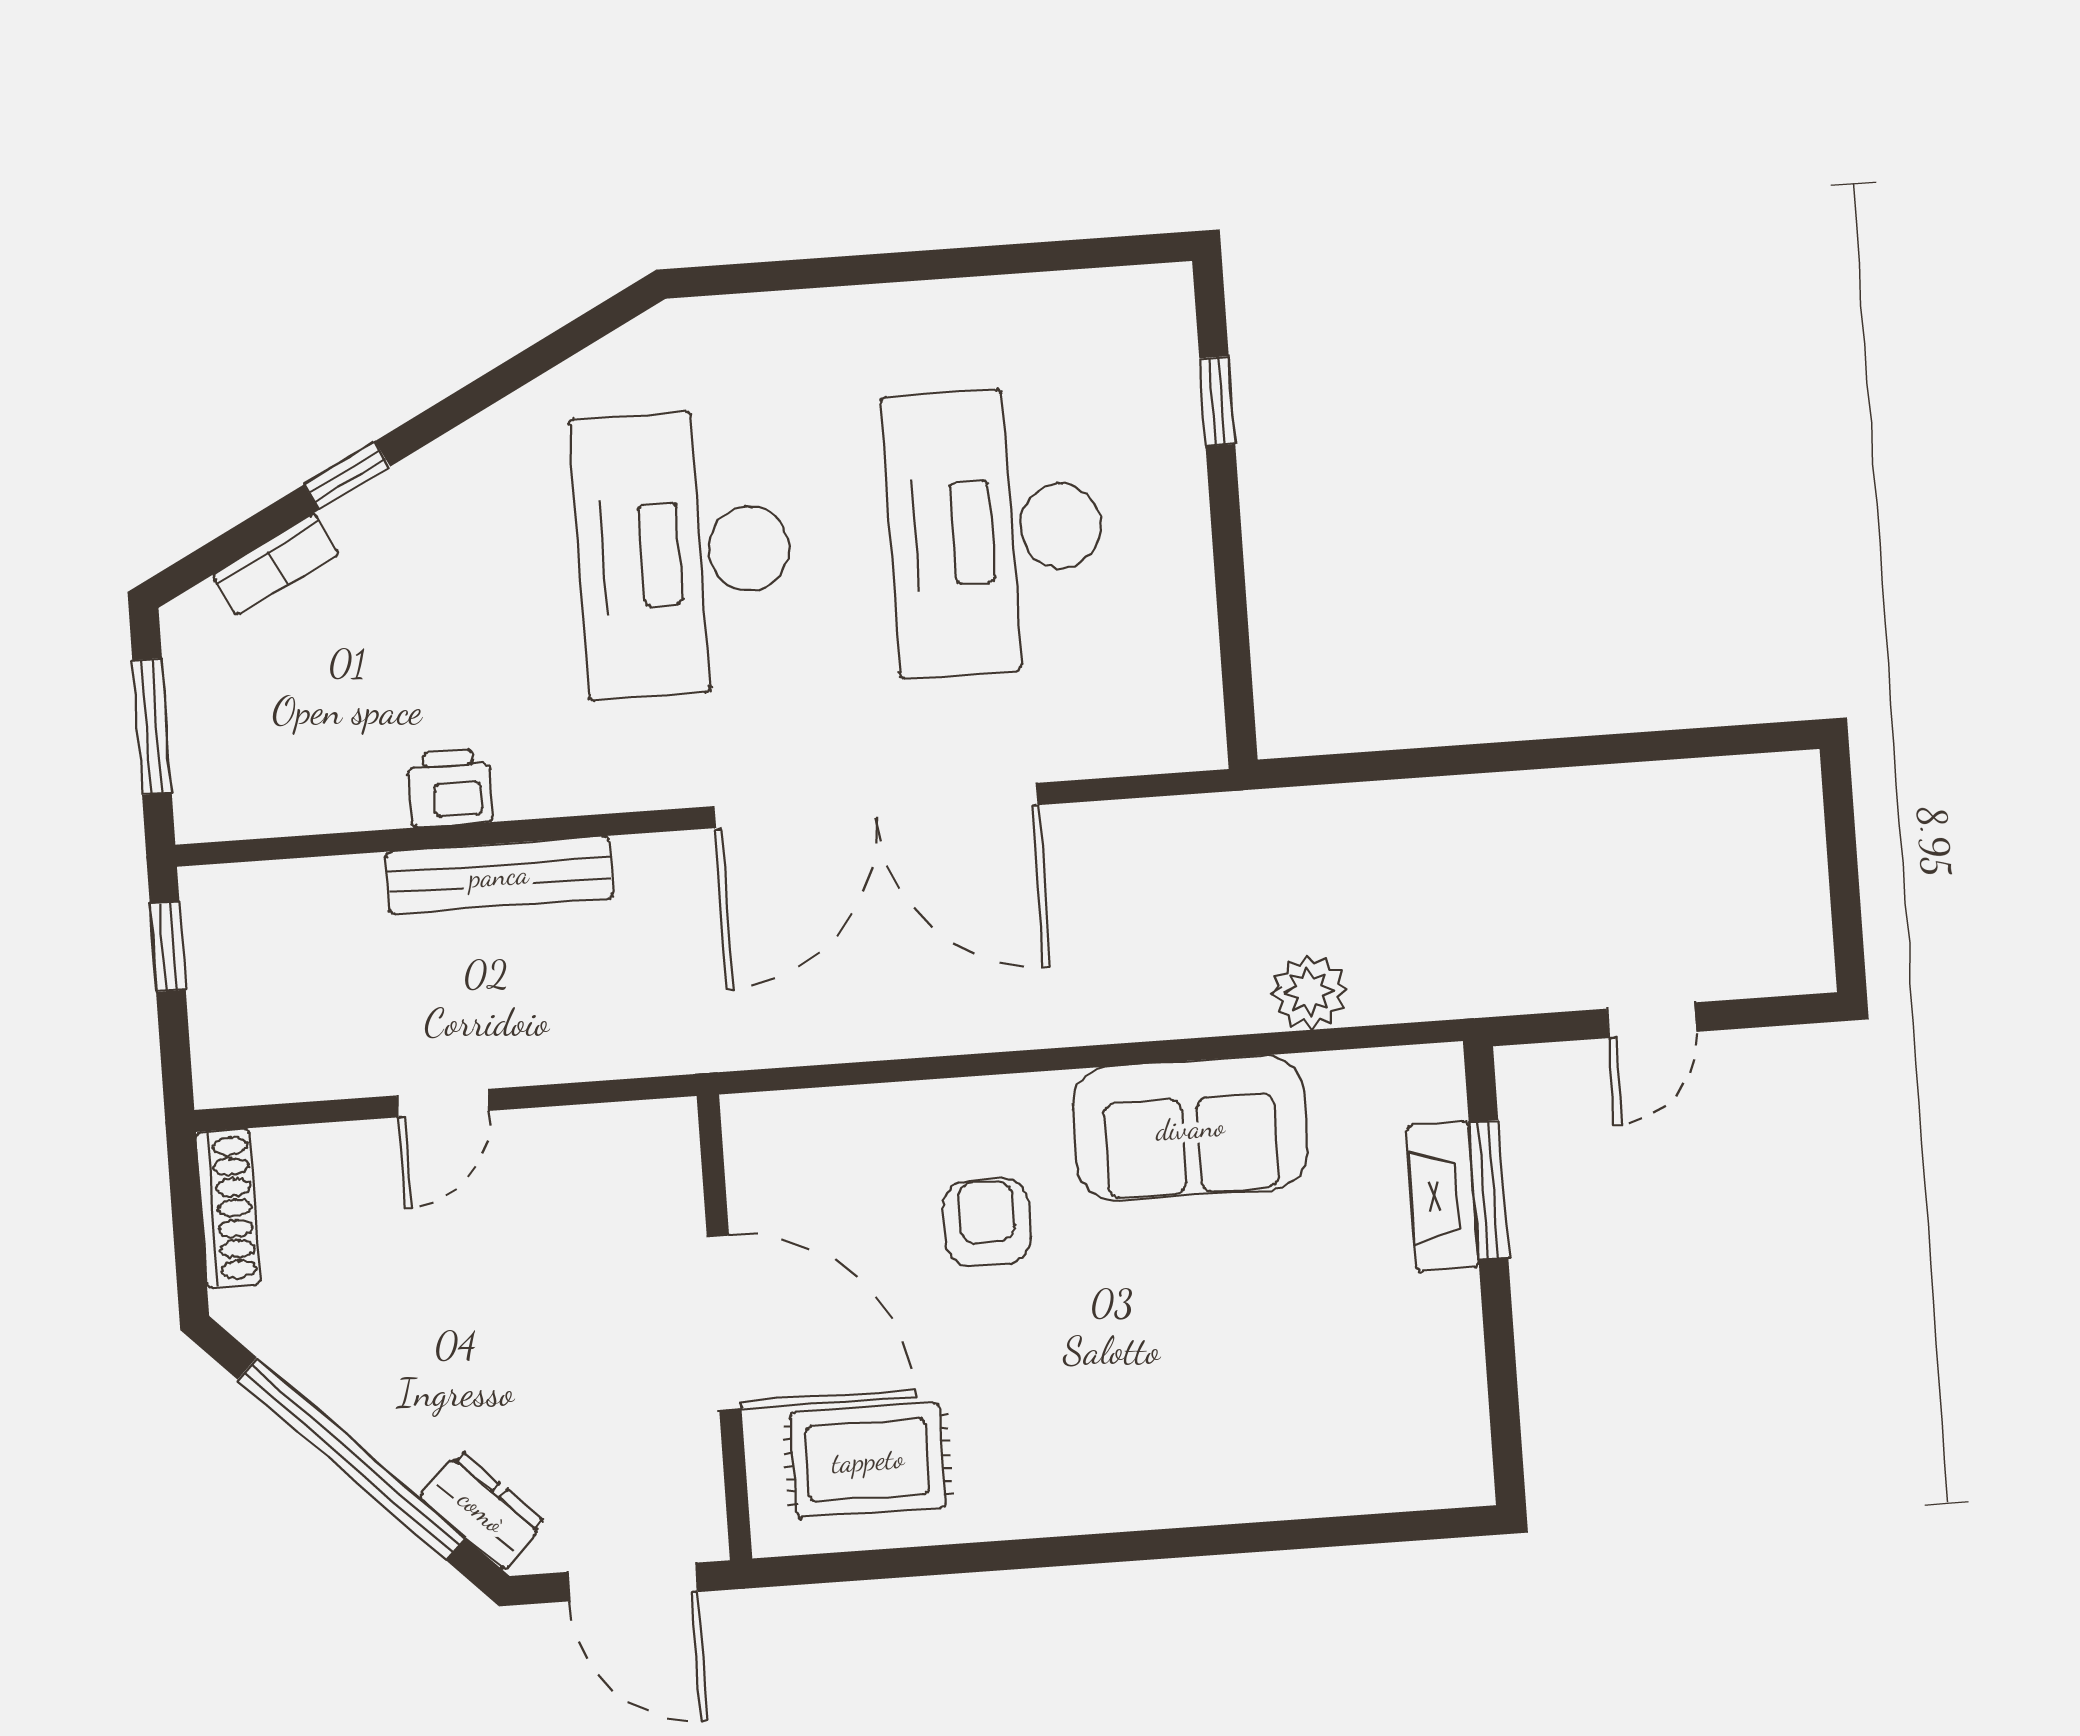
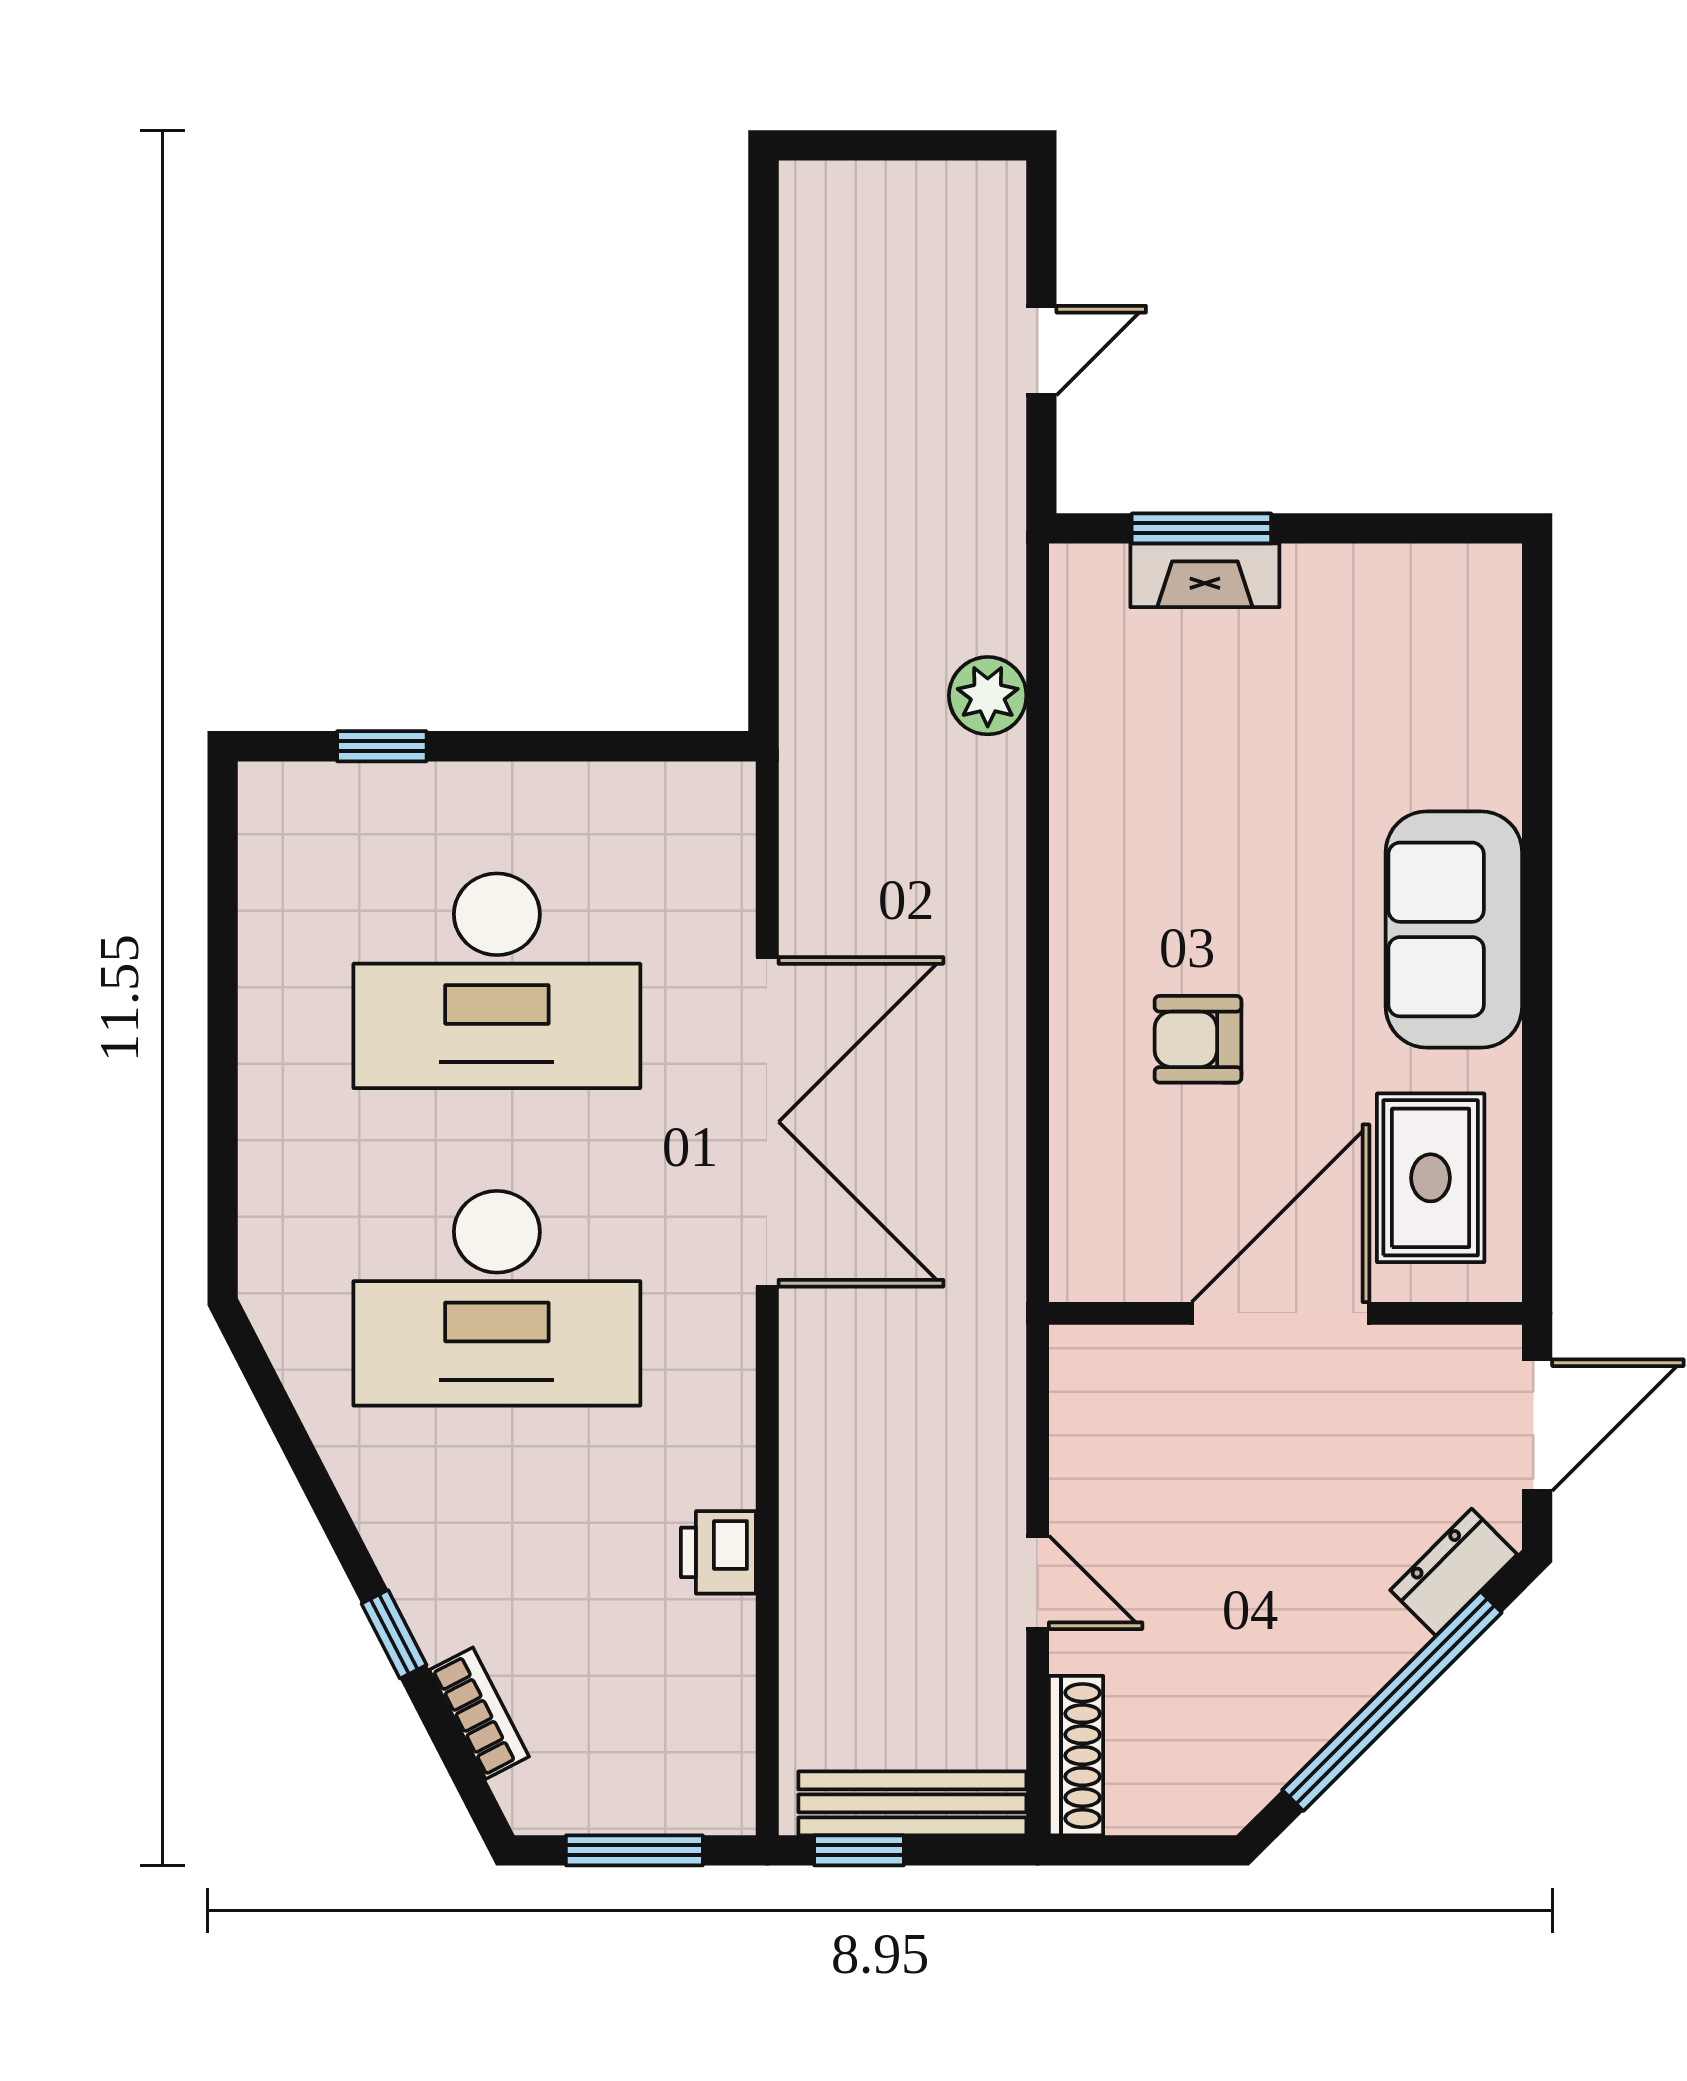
bench: (499, 875) -> (912, 1803), moved, turned 90
door: (1652, 1020) -> (1041, 351), hinge flipped
sofa: (1190, 1128) -> (1454, 929), moved, turned 180
shoe rack: (228, 1208) -> (1076, 1756), moved, turned 90

